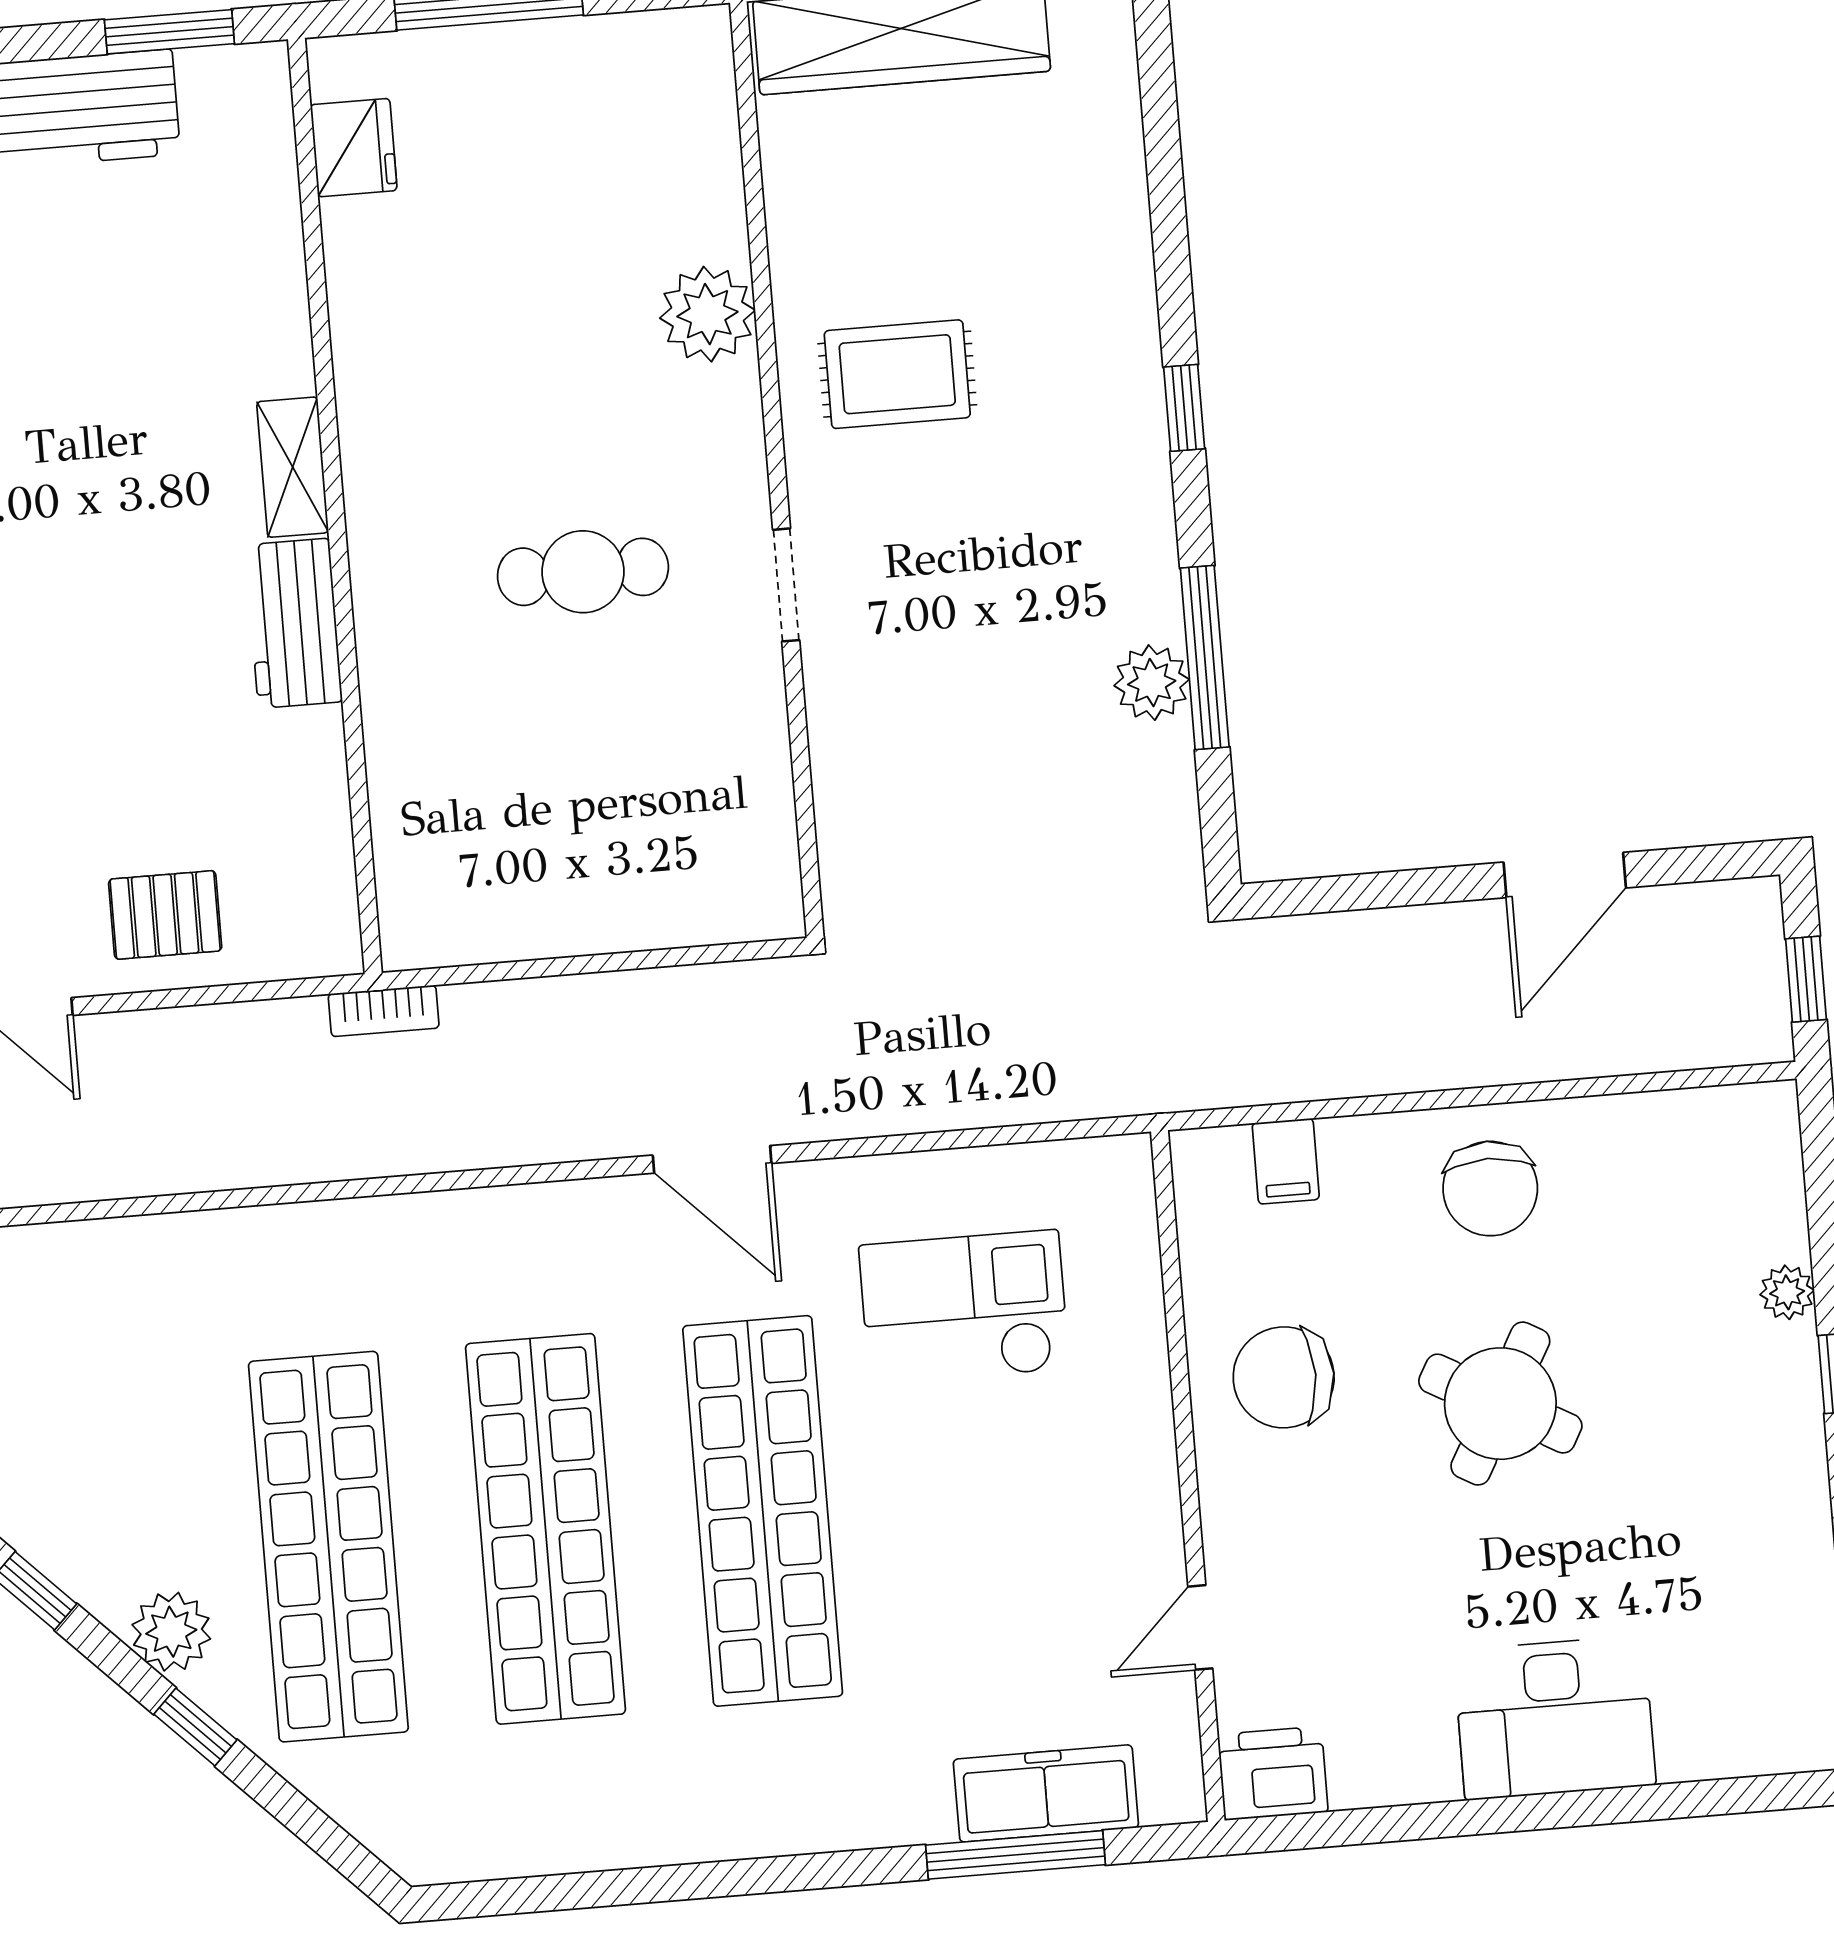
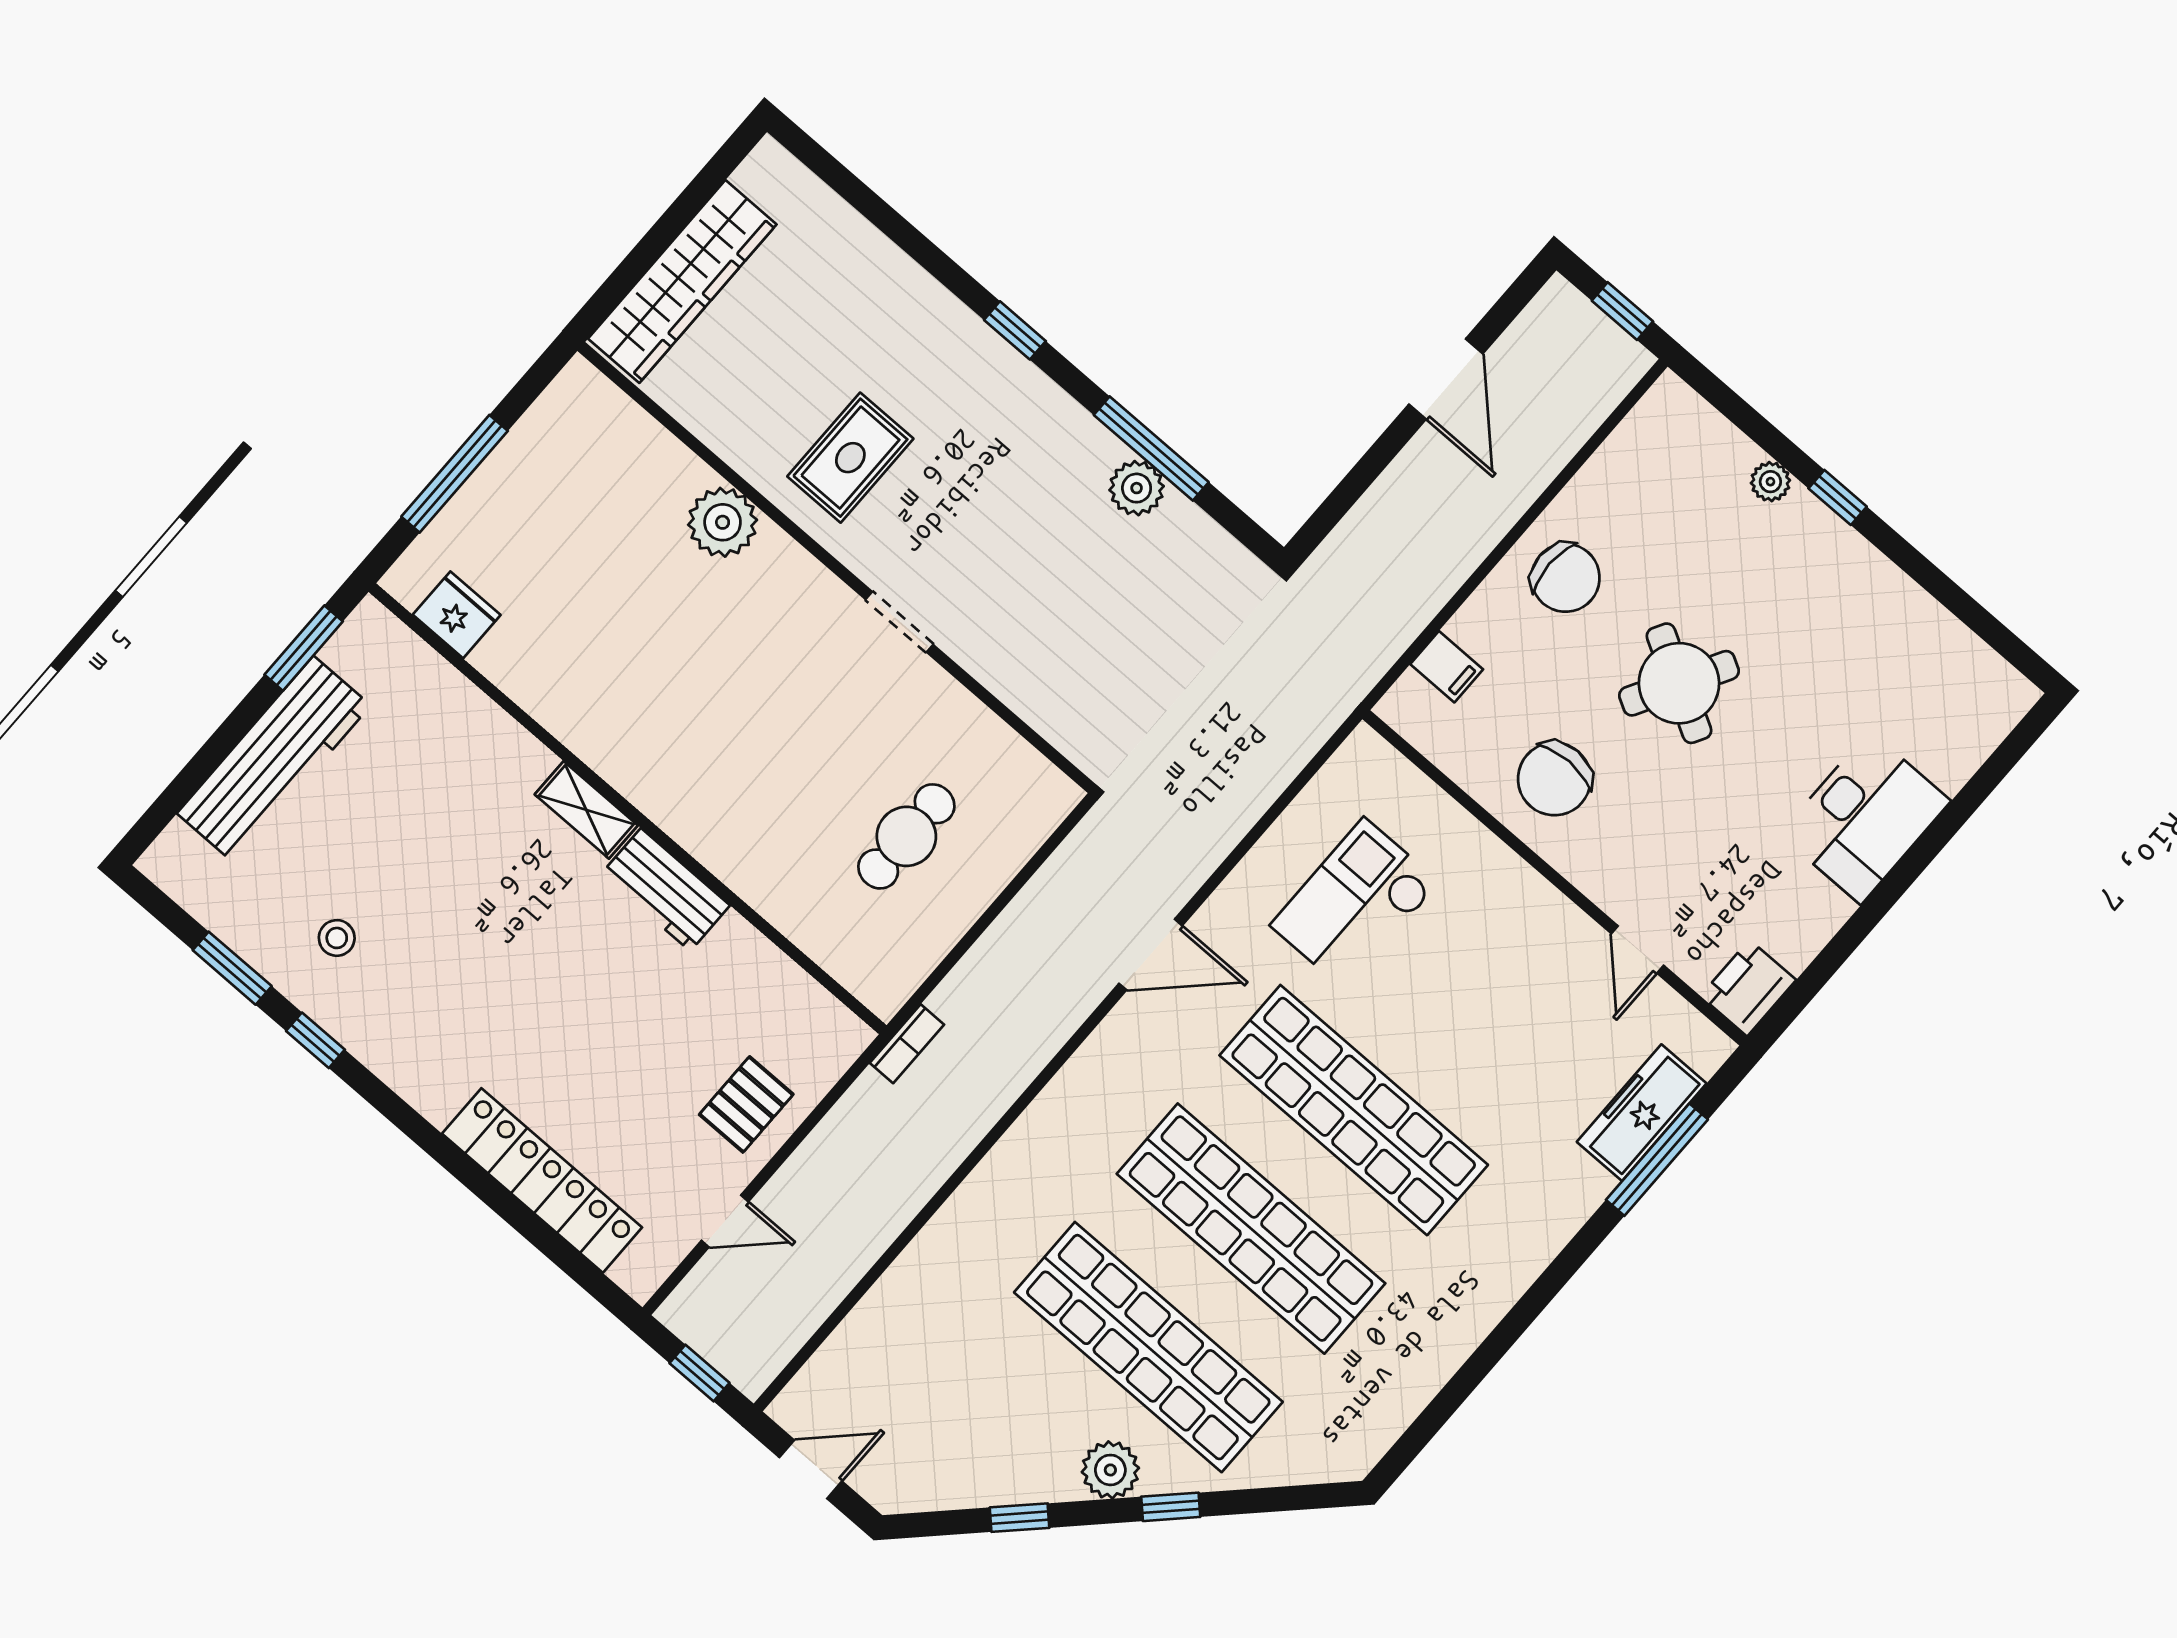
cafe table: (583, 572) -> (906, 836), moved

